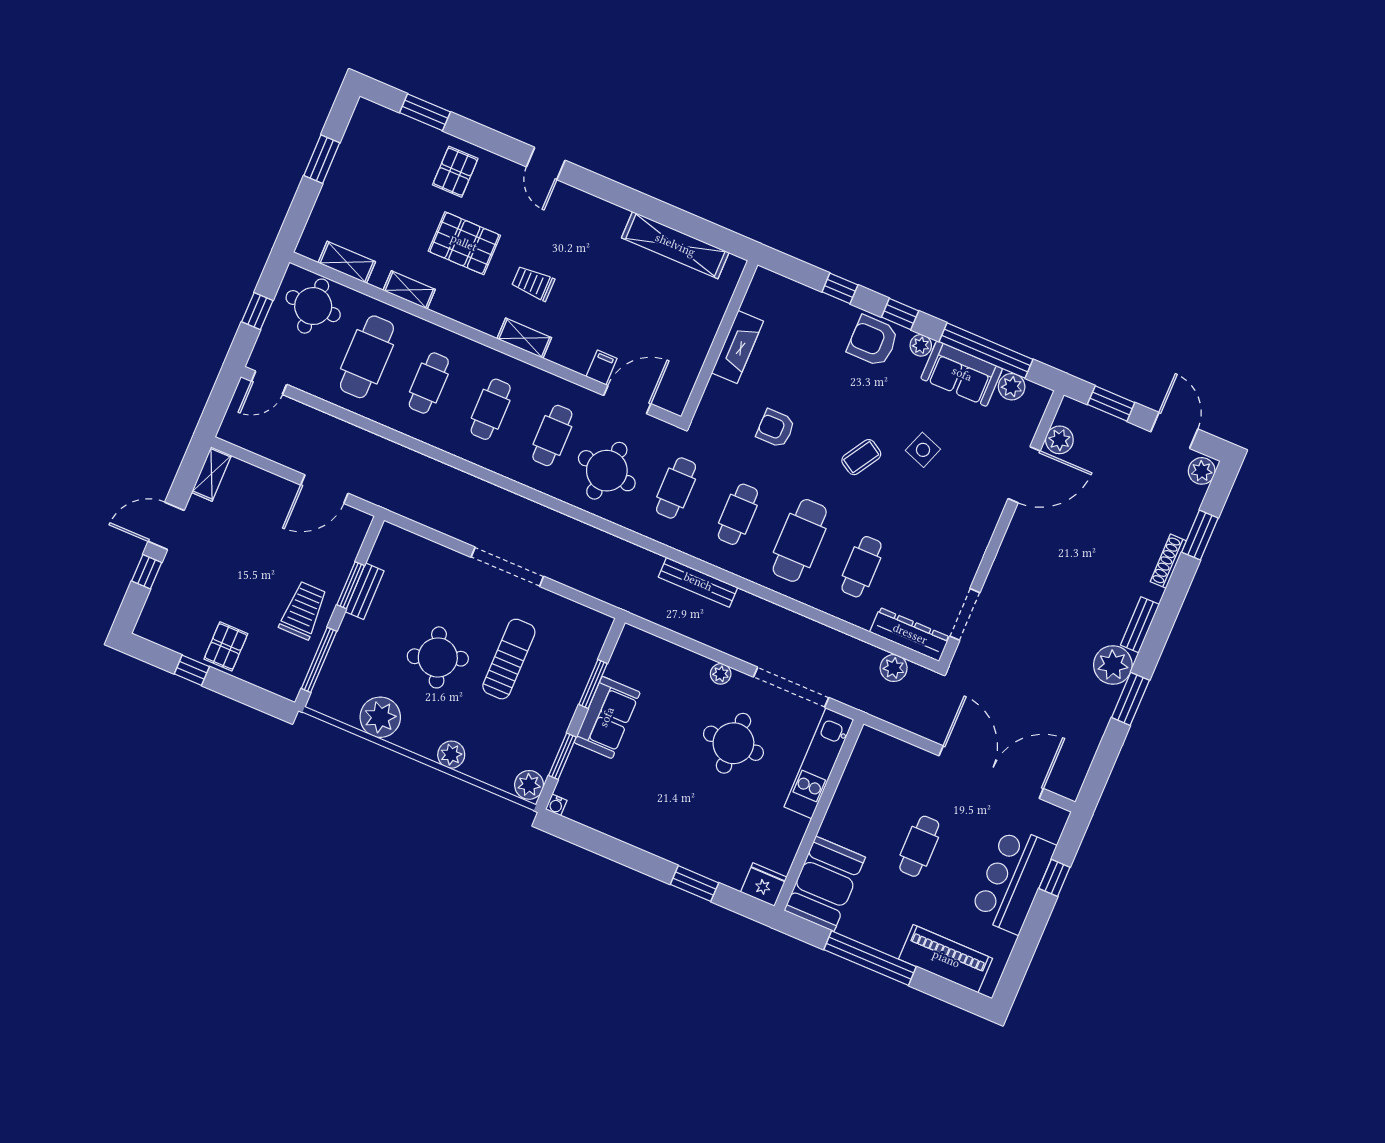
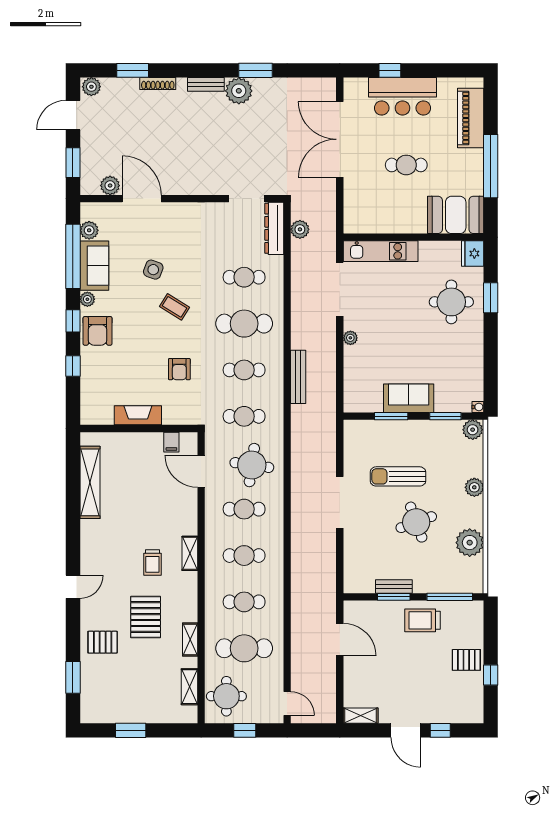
filing cabinet: (602, 367) -> (171, 442), moved, turned -90
round table: (733, 743) -> (451, 302), moved

